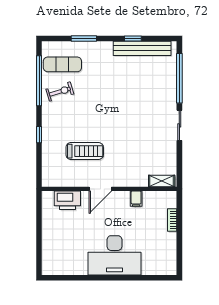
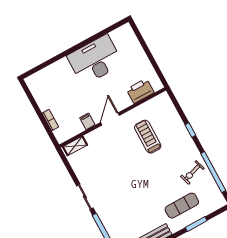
exercise mat: (62, 64) -> (182, 206), moved
treadmill: (85, 151) -> (148, 137), turned 90
door: (100, 189) -> (110, 119), moved
desk: (114, 255) -> (95, 60), moved

